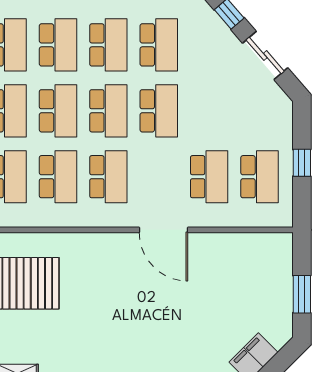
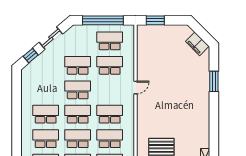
school desk: (159, 45) -> (78, 65), moved
window: (302, 163) -> (103, 20), width x3.17
door: (163, 230) -> (135, 87), width x0.53
window: (302, 294) -> (155, 20), moved

